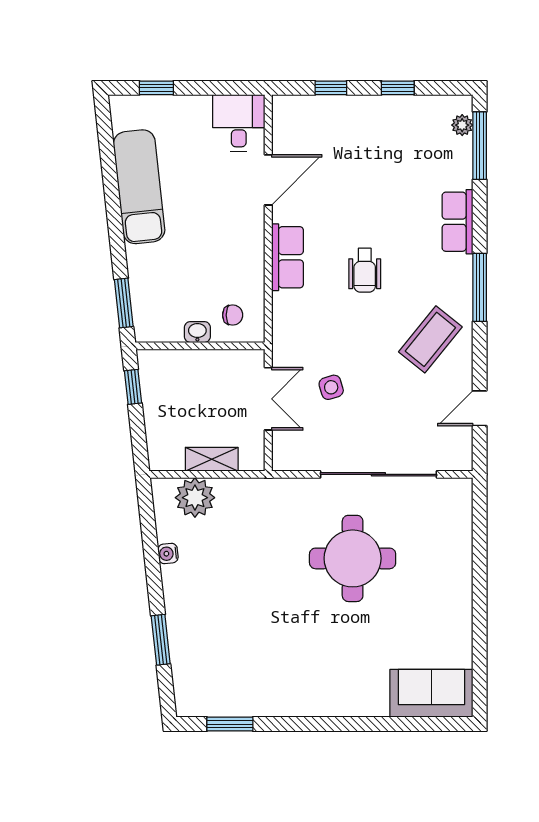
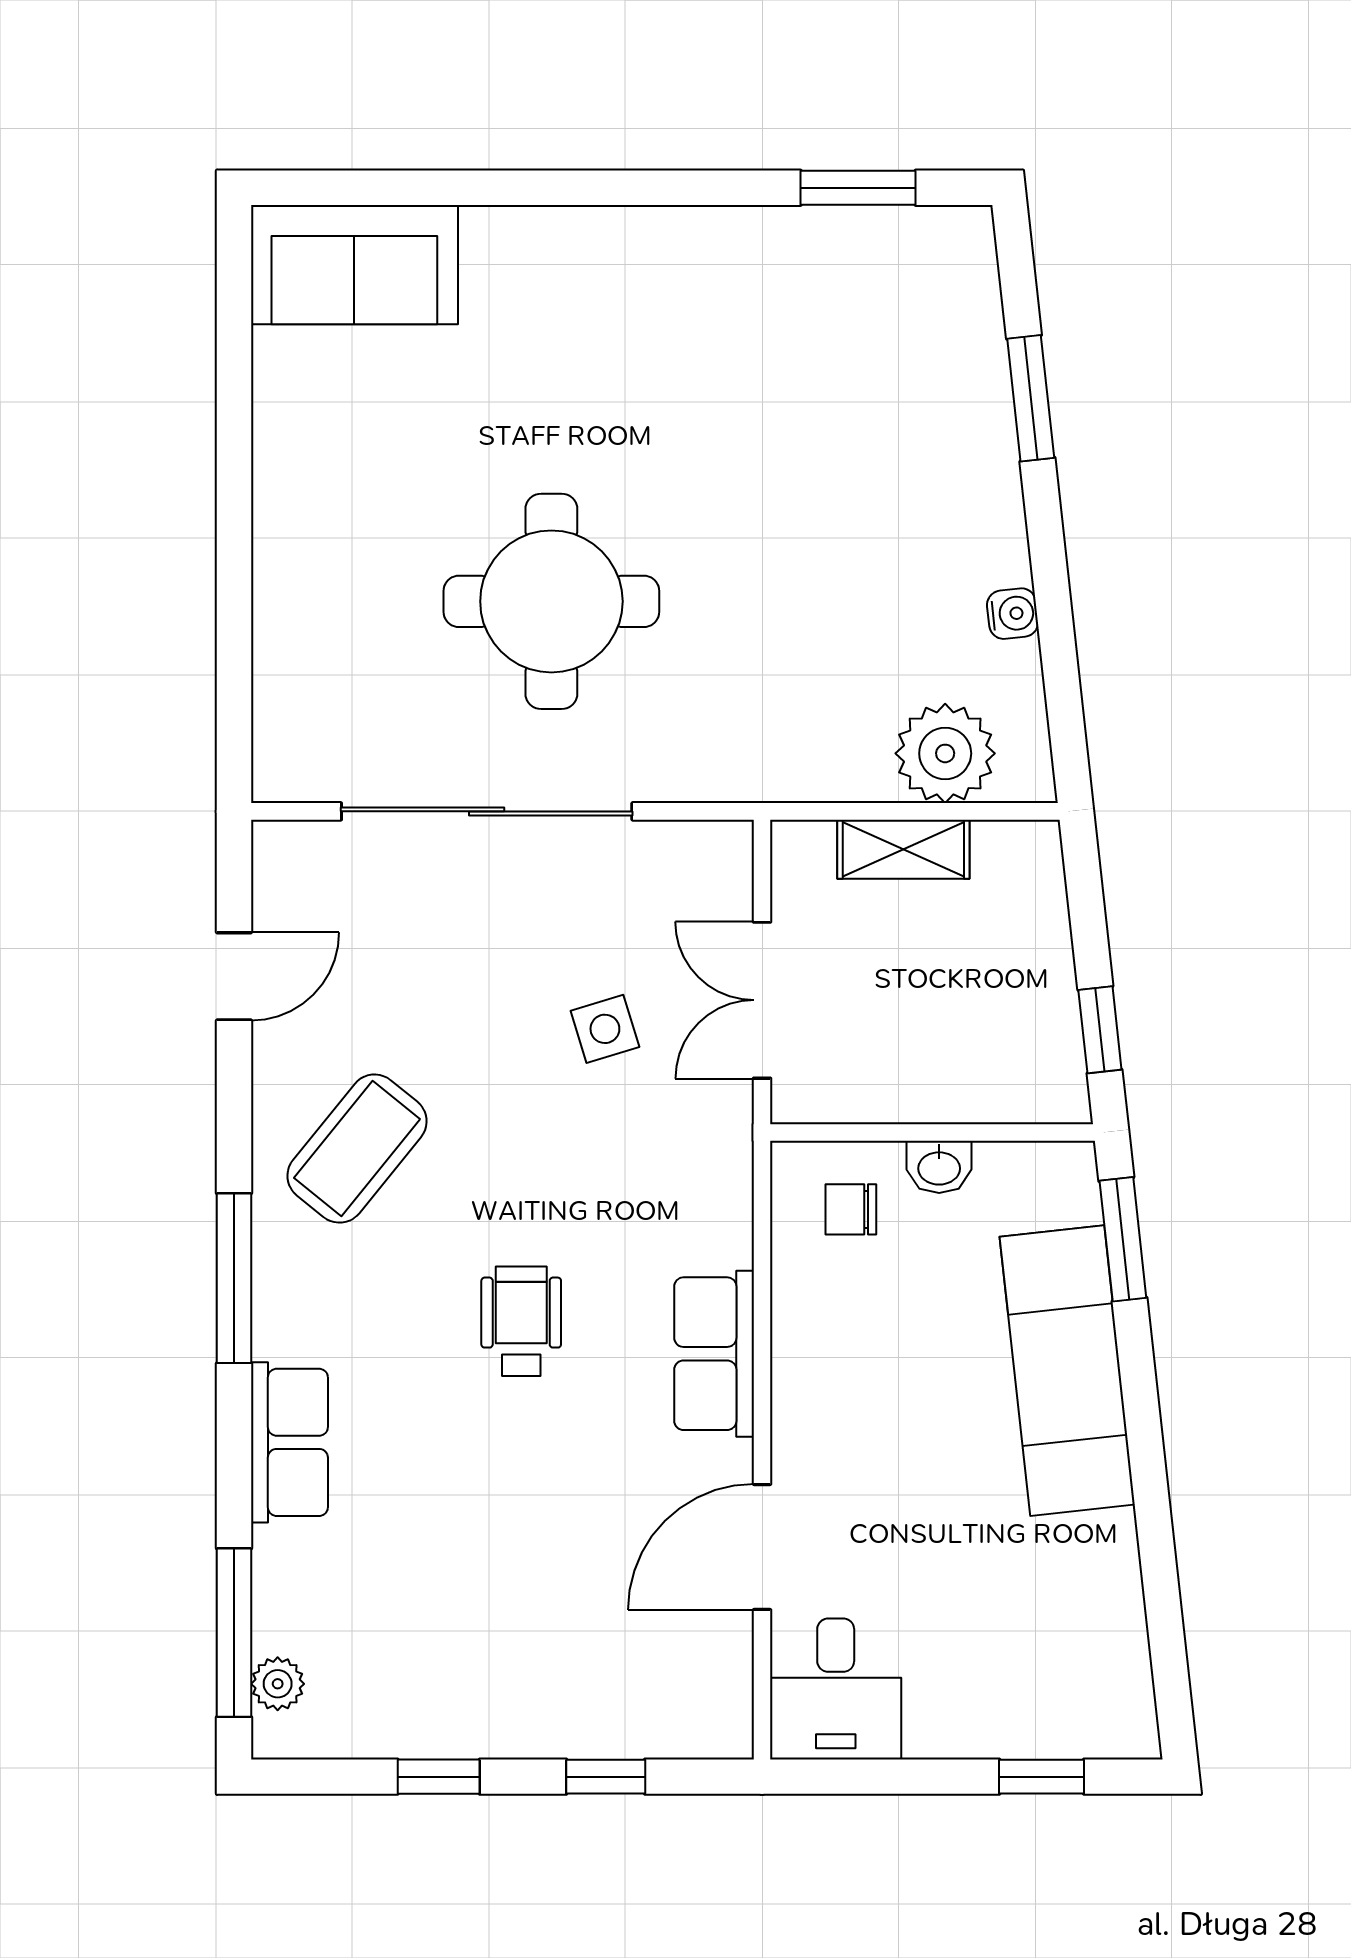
exam couch: (139, 187) -> (1067, 1371), moved

